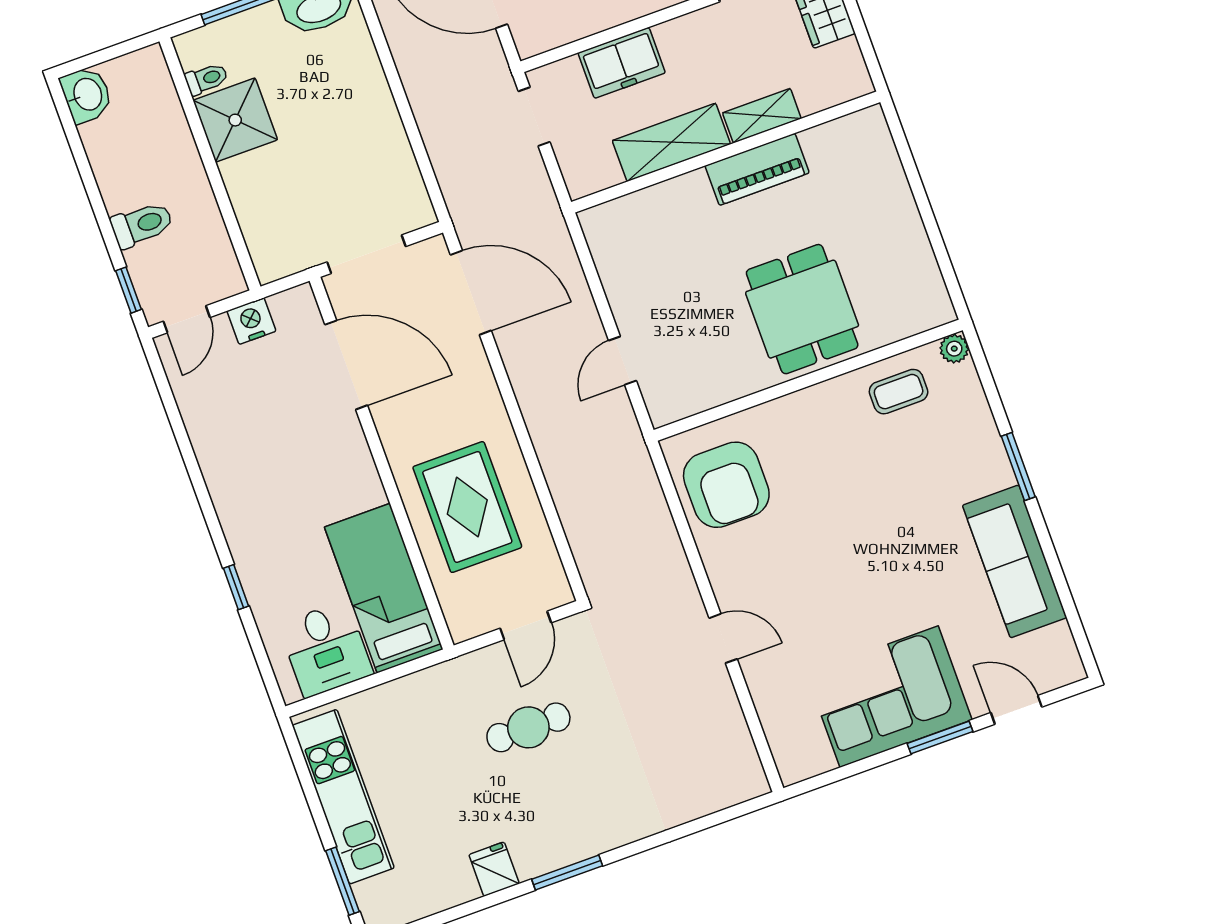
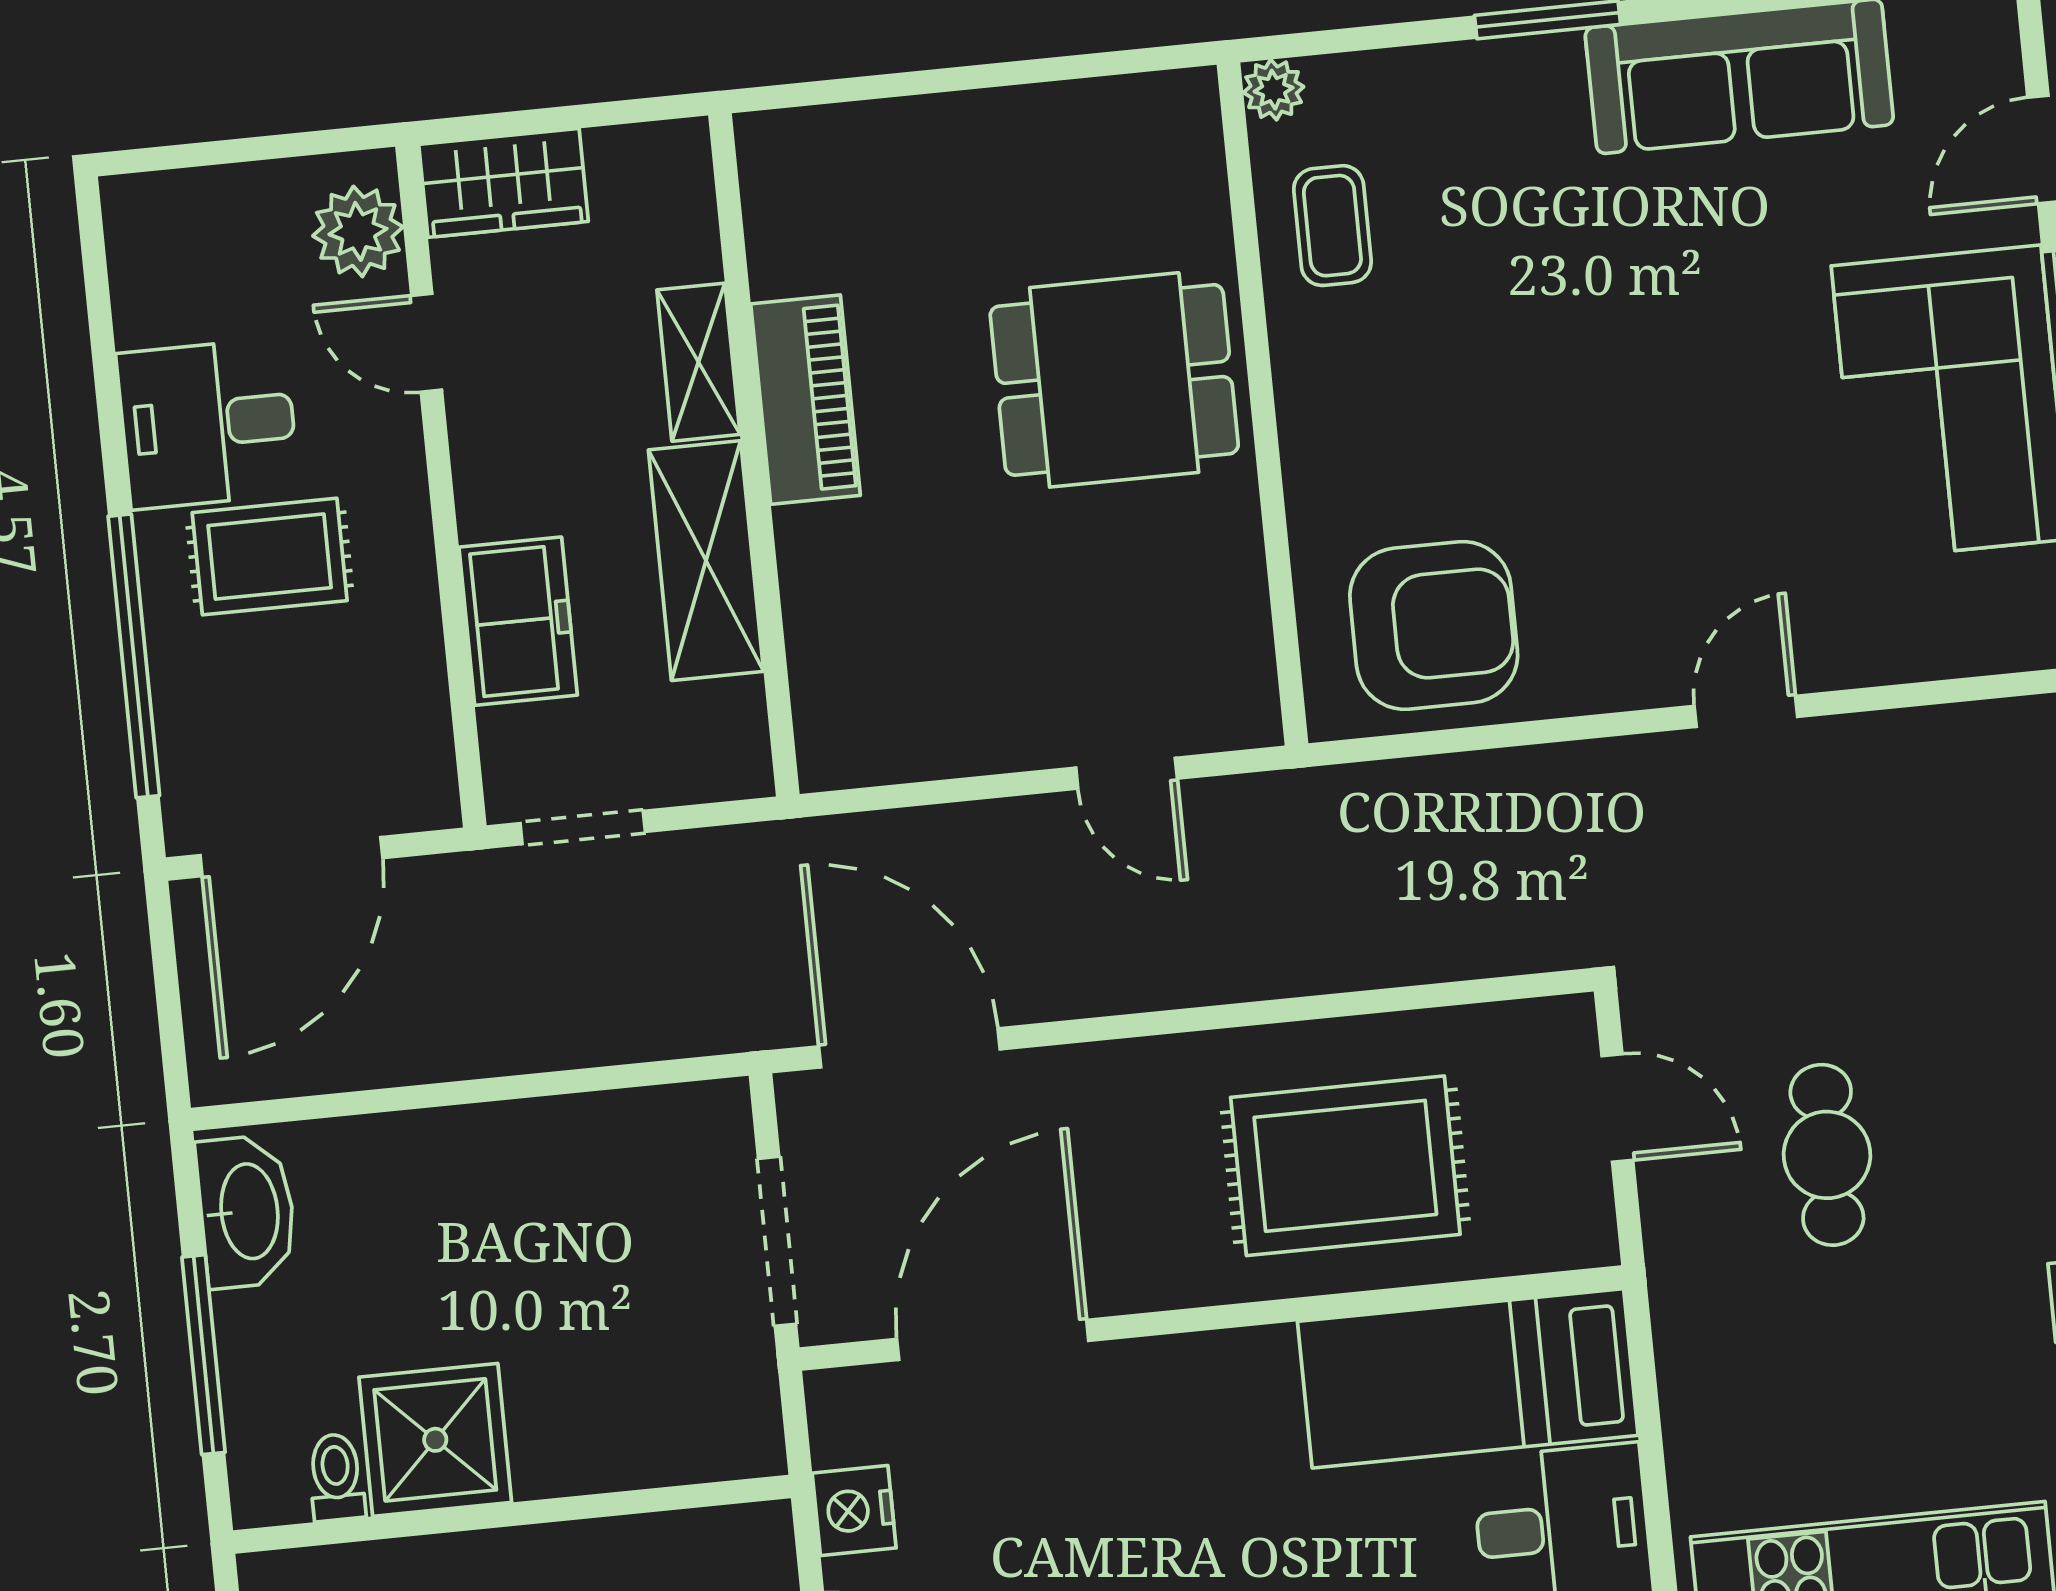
door: (471, 293) -> (909, 1048), hinge flipped

